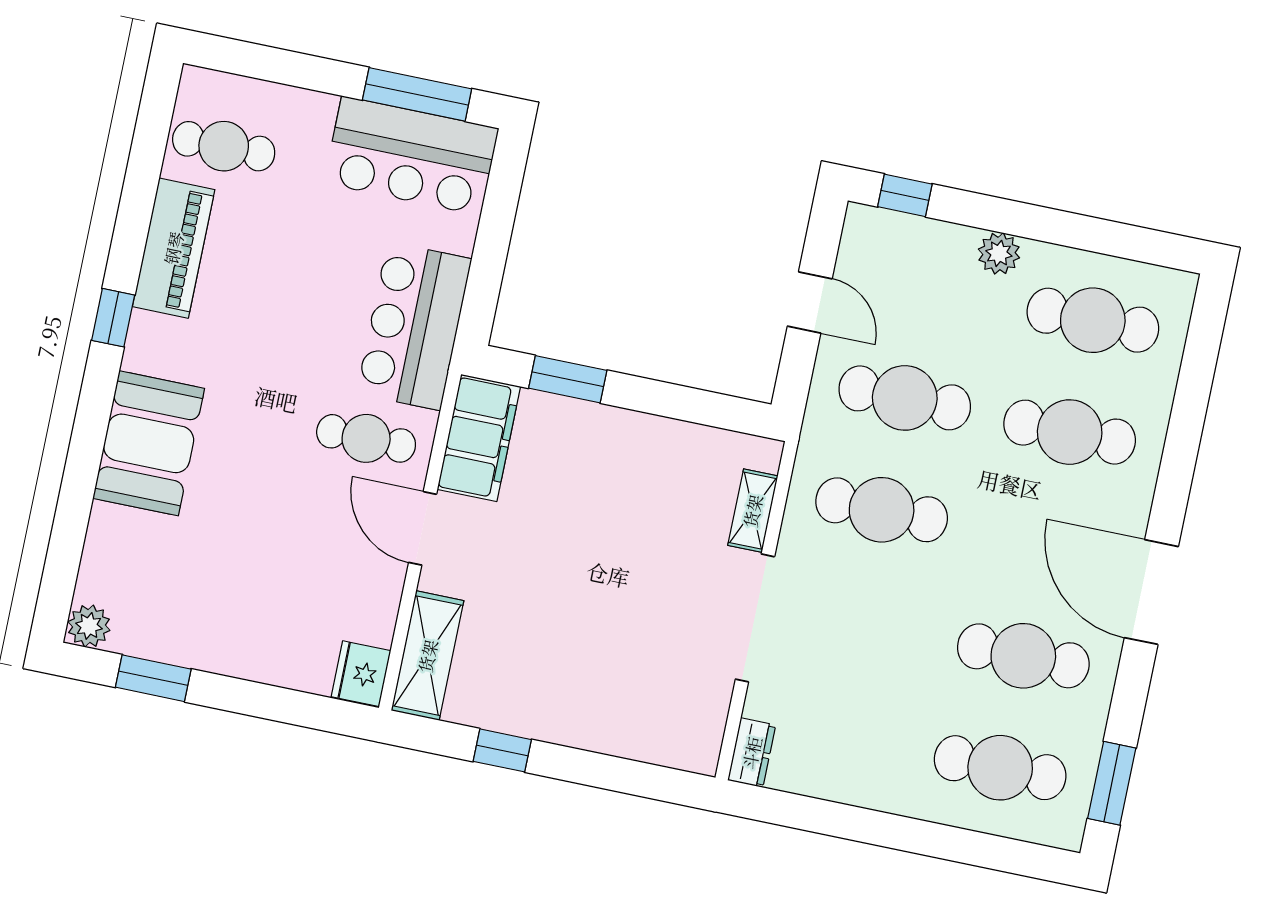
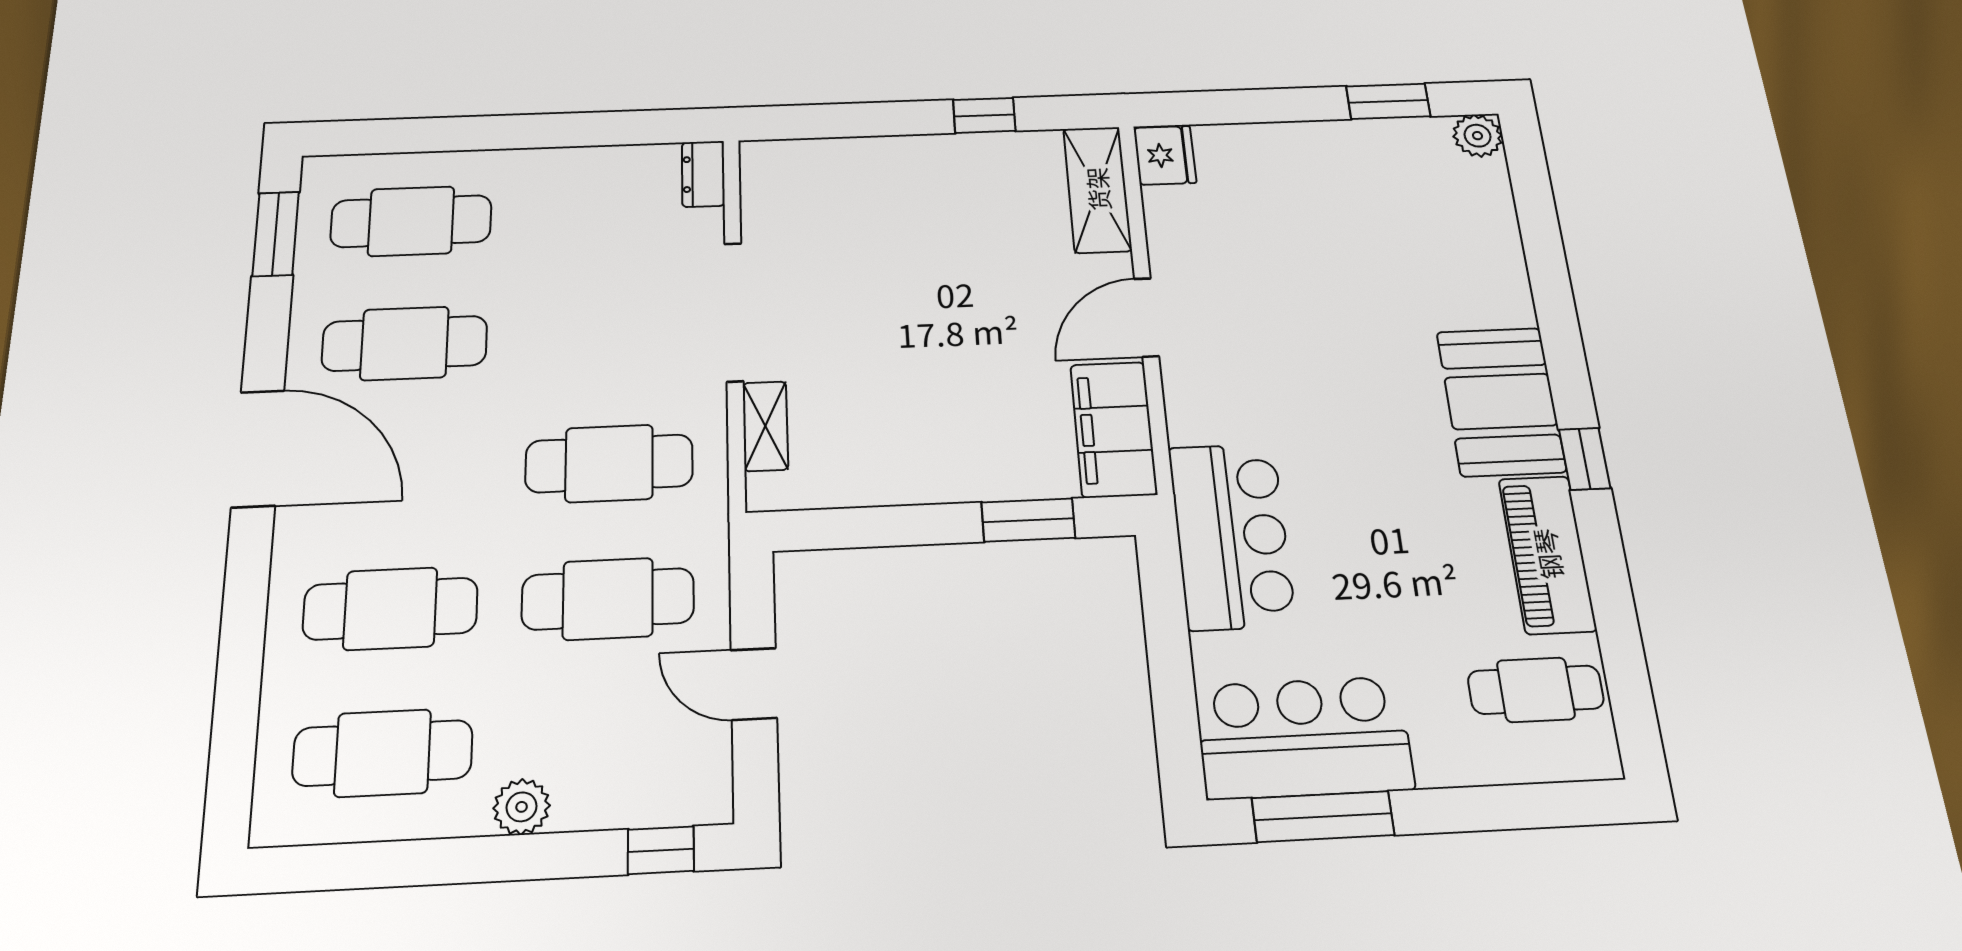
cafe table: (366, 438) -> (1244, 398), removed
booth: (149, 443) -> (1501, 401), moved
door: (423, 528) -> (1147, 317), swing flipped

